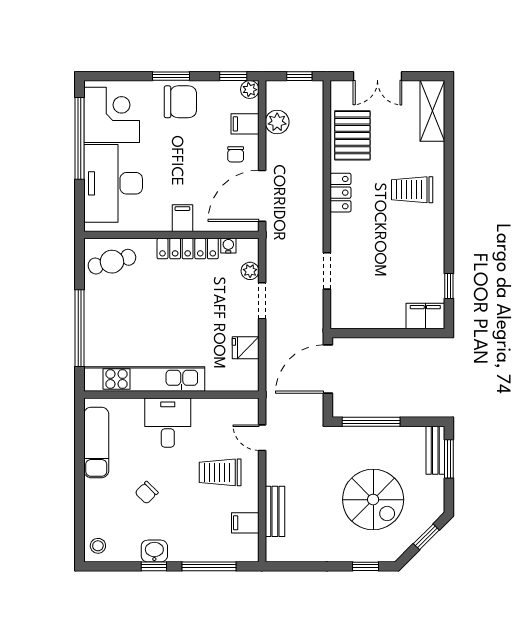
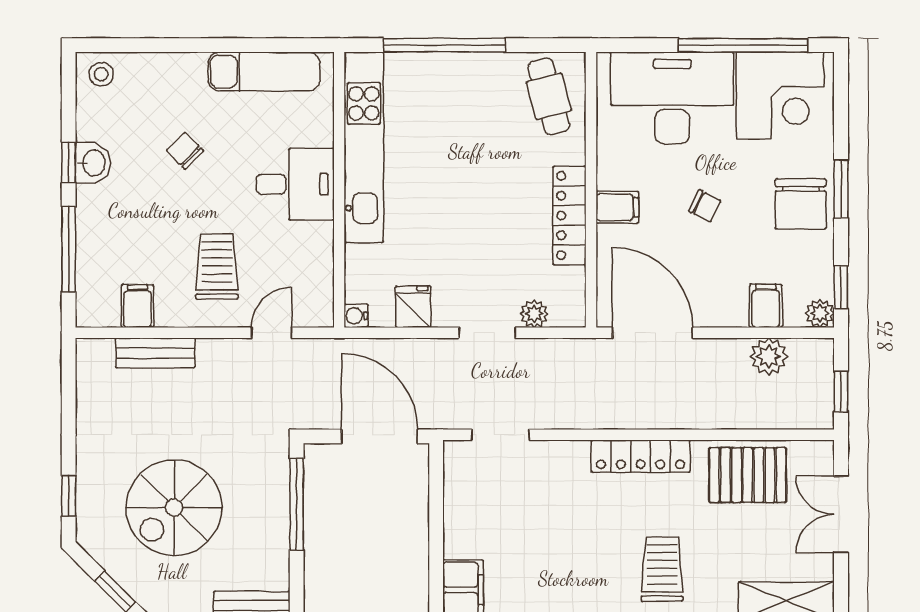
chair: (236, 154) -> (705, 206), moved, turned -153
locker: (340, 193) -> (641, 456), width x1.53
water cooler: (228, 246) -> (356, 316), moved, turned 180
doorway: (327, 271) -> (500, 435), moved

